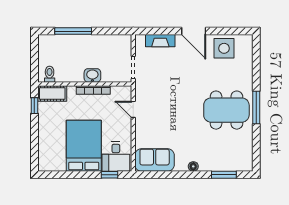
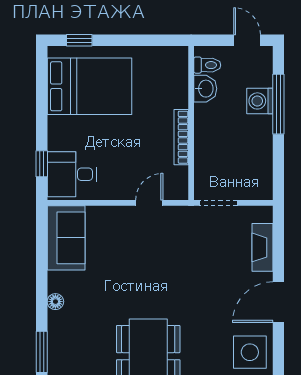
washing machine: (71, 42) -> (260, 101), added
door: (34, 50) -> (247, 40), added
washbasin: (92, 75) -> (205, 89), moved
cot: (52, 93) -> (176, 69), removed
window: (34, 106) -> (79, 40), moved
bed: (84, 146) -> (89, 86), moved

